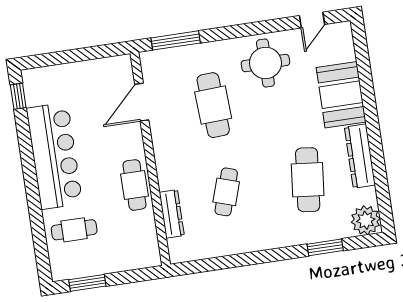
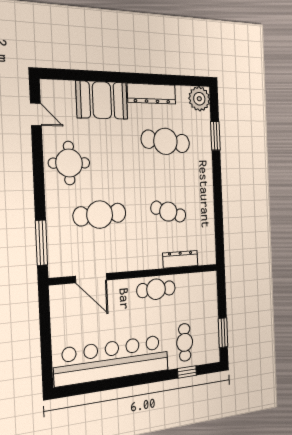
window: (18, 96) -> (187, 372), moved
bar counter: (54, 156) -> (112, 360), width x1.36

